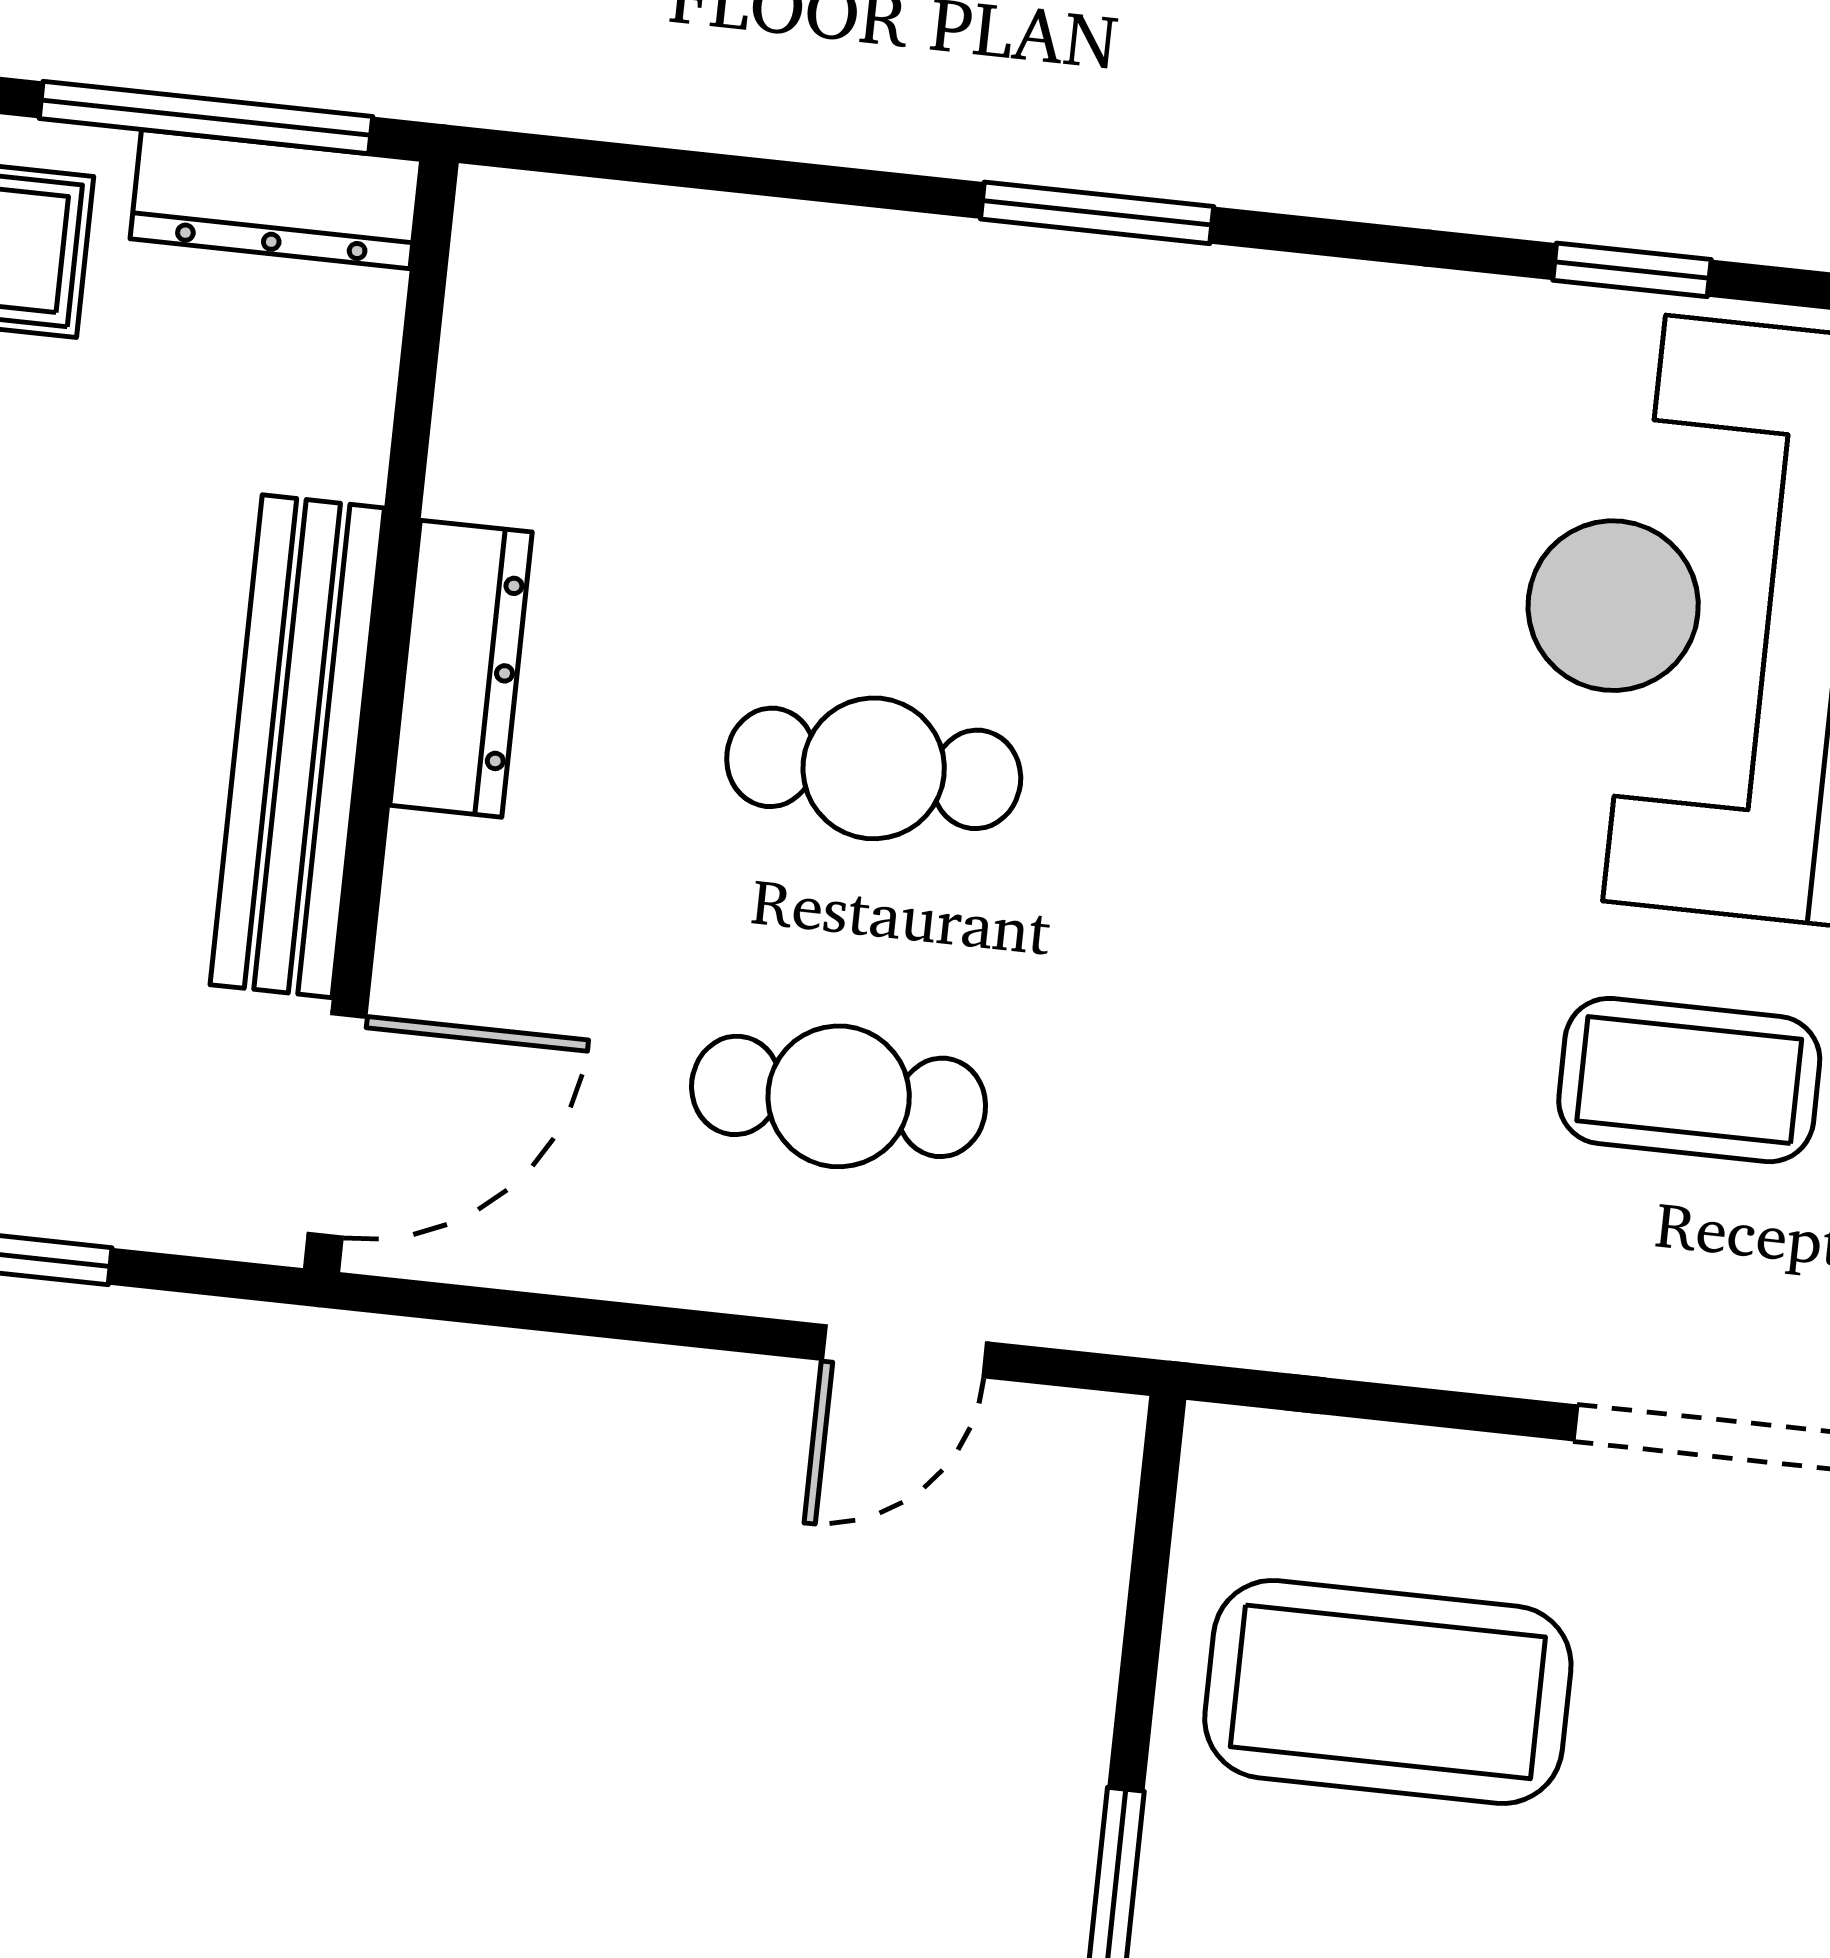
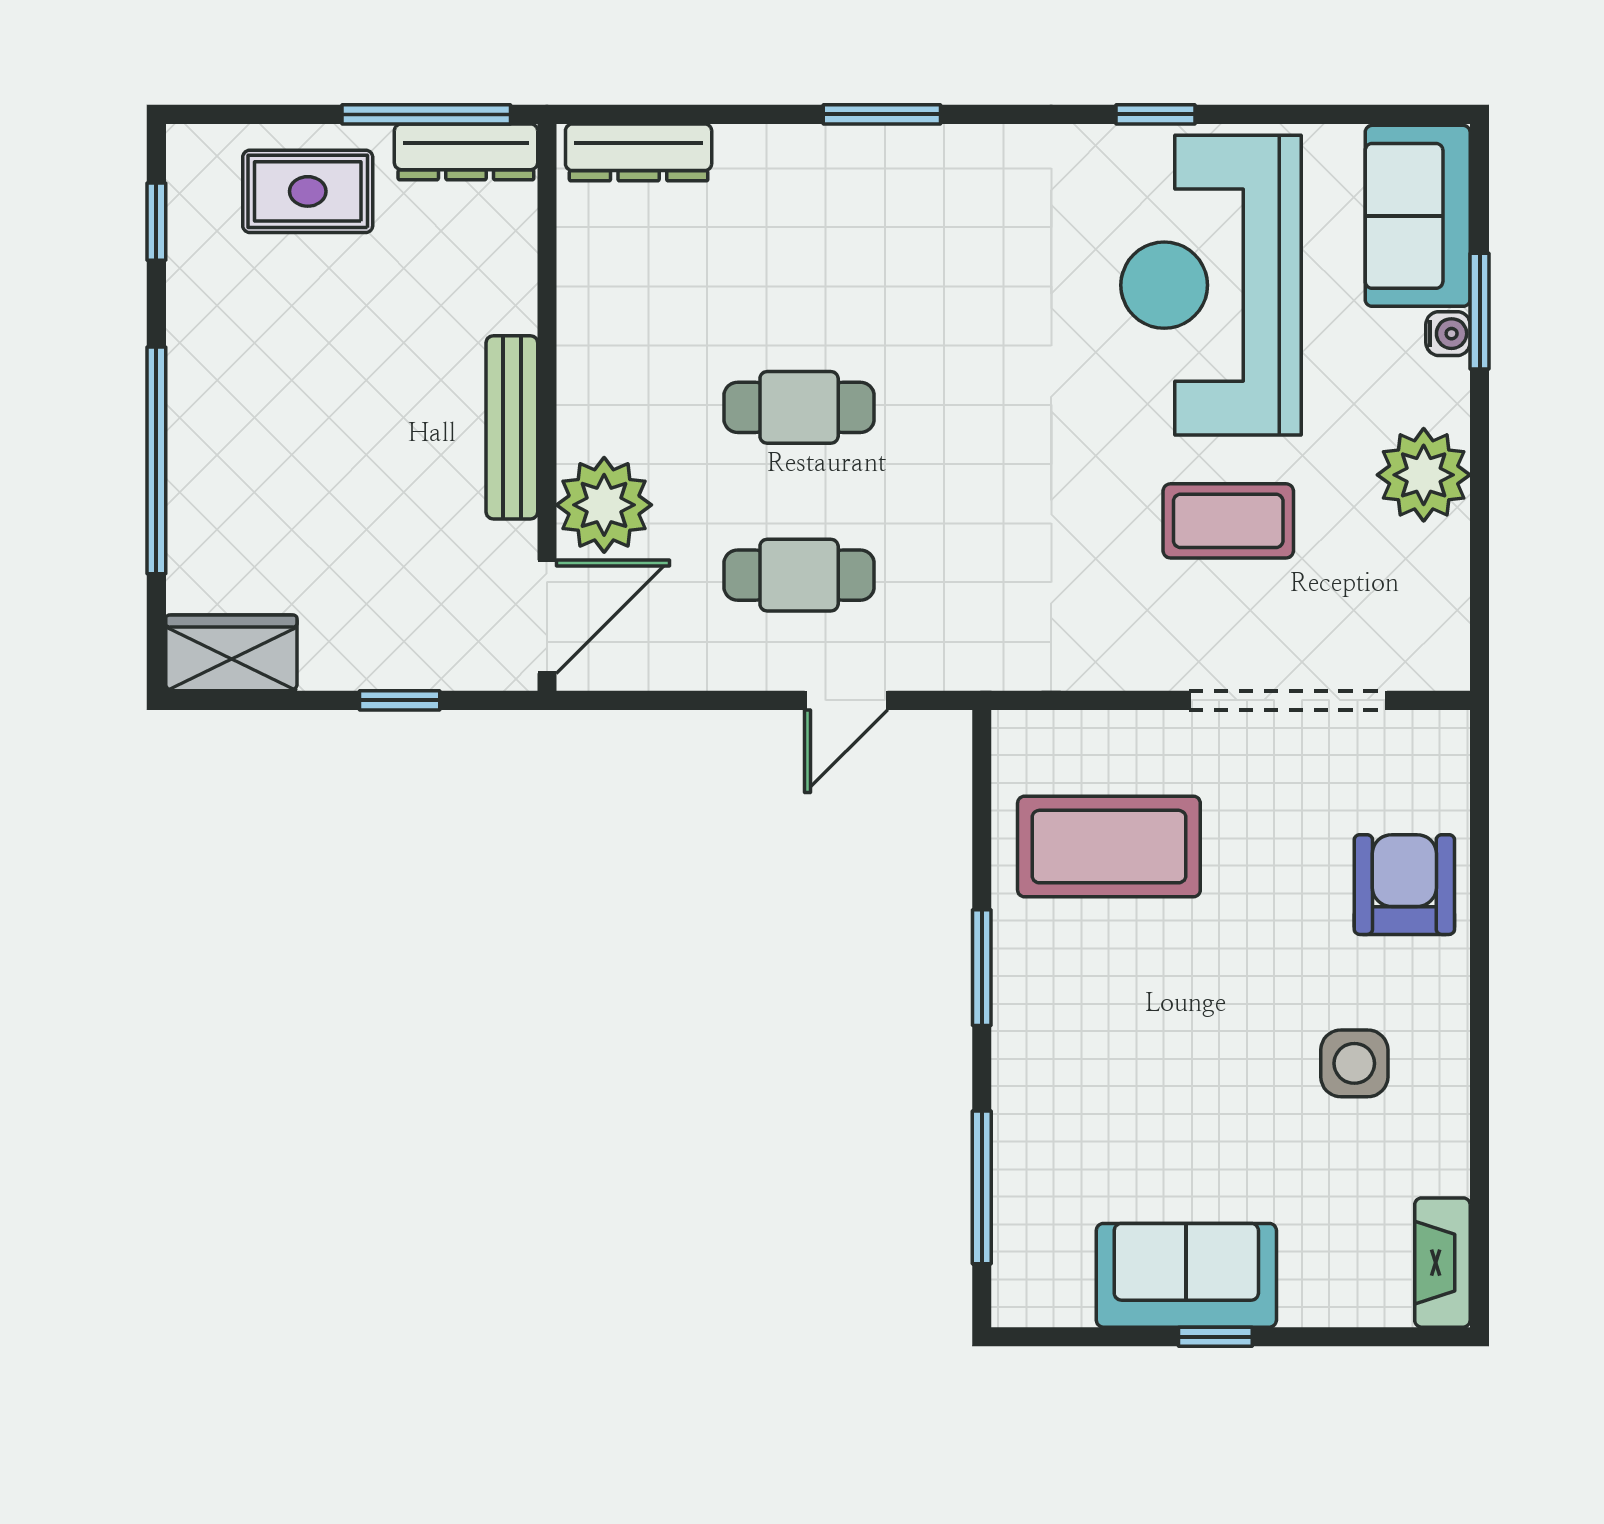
dresser: (461, 669) -> (639, 152), moved, turned 90
bench: (297, 746) -> (512, 427), width x0.73, depth x0.82
plant: (472, 918) -> (604, 505), added

